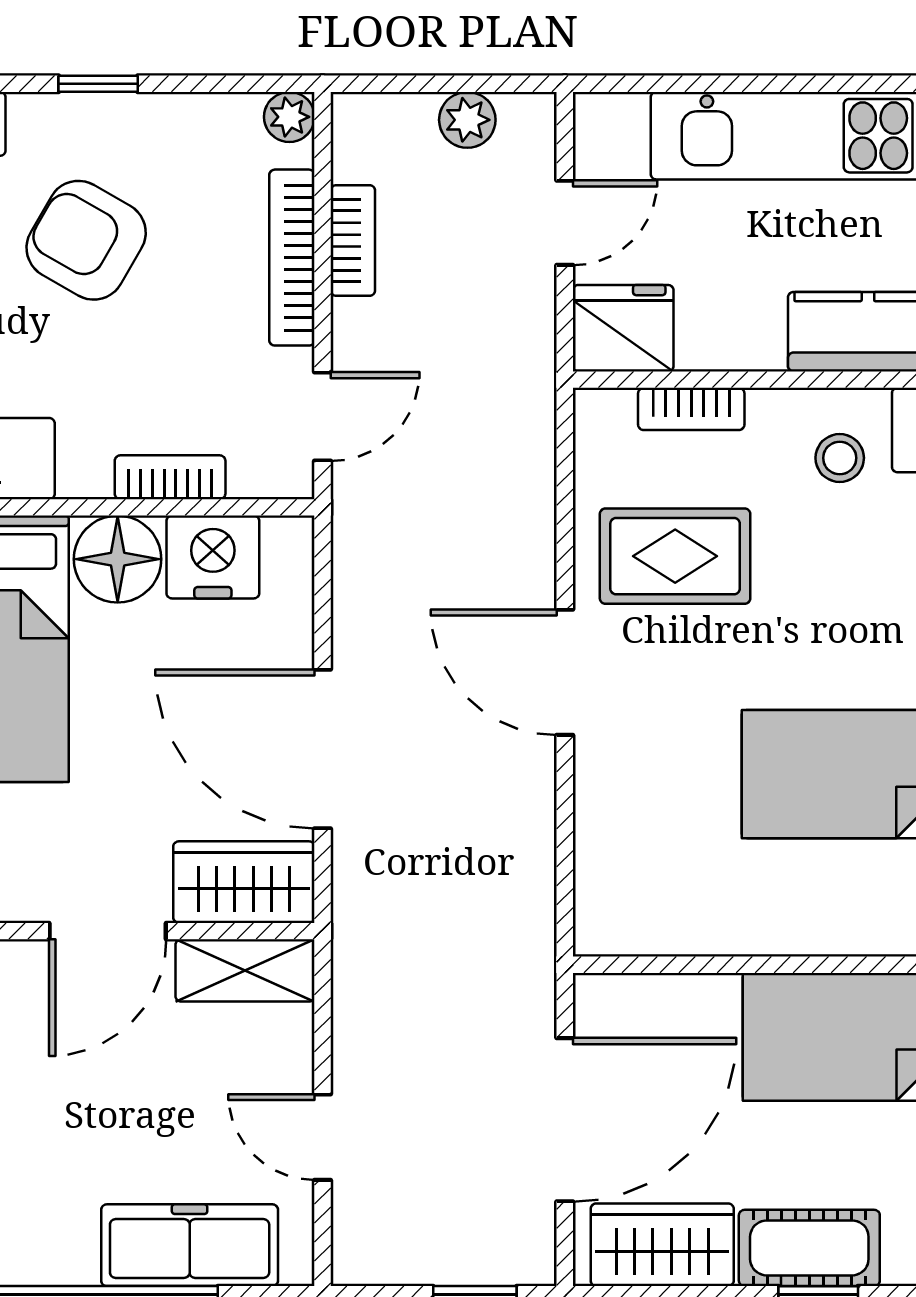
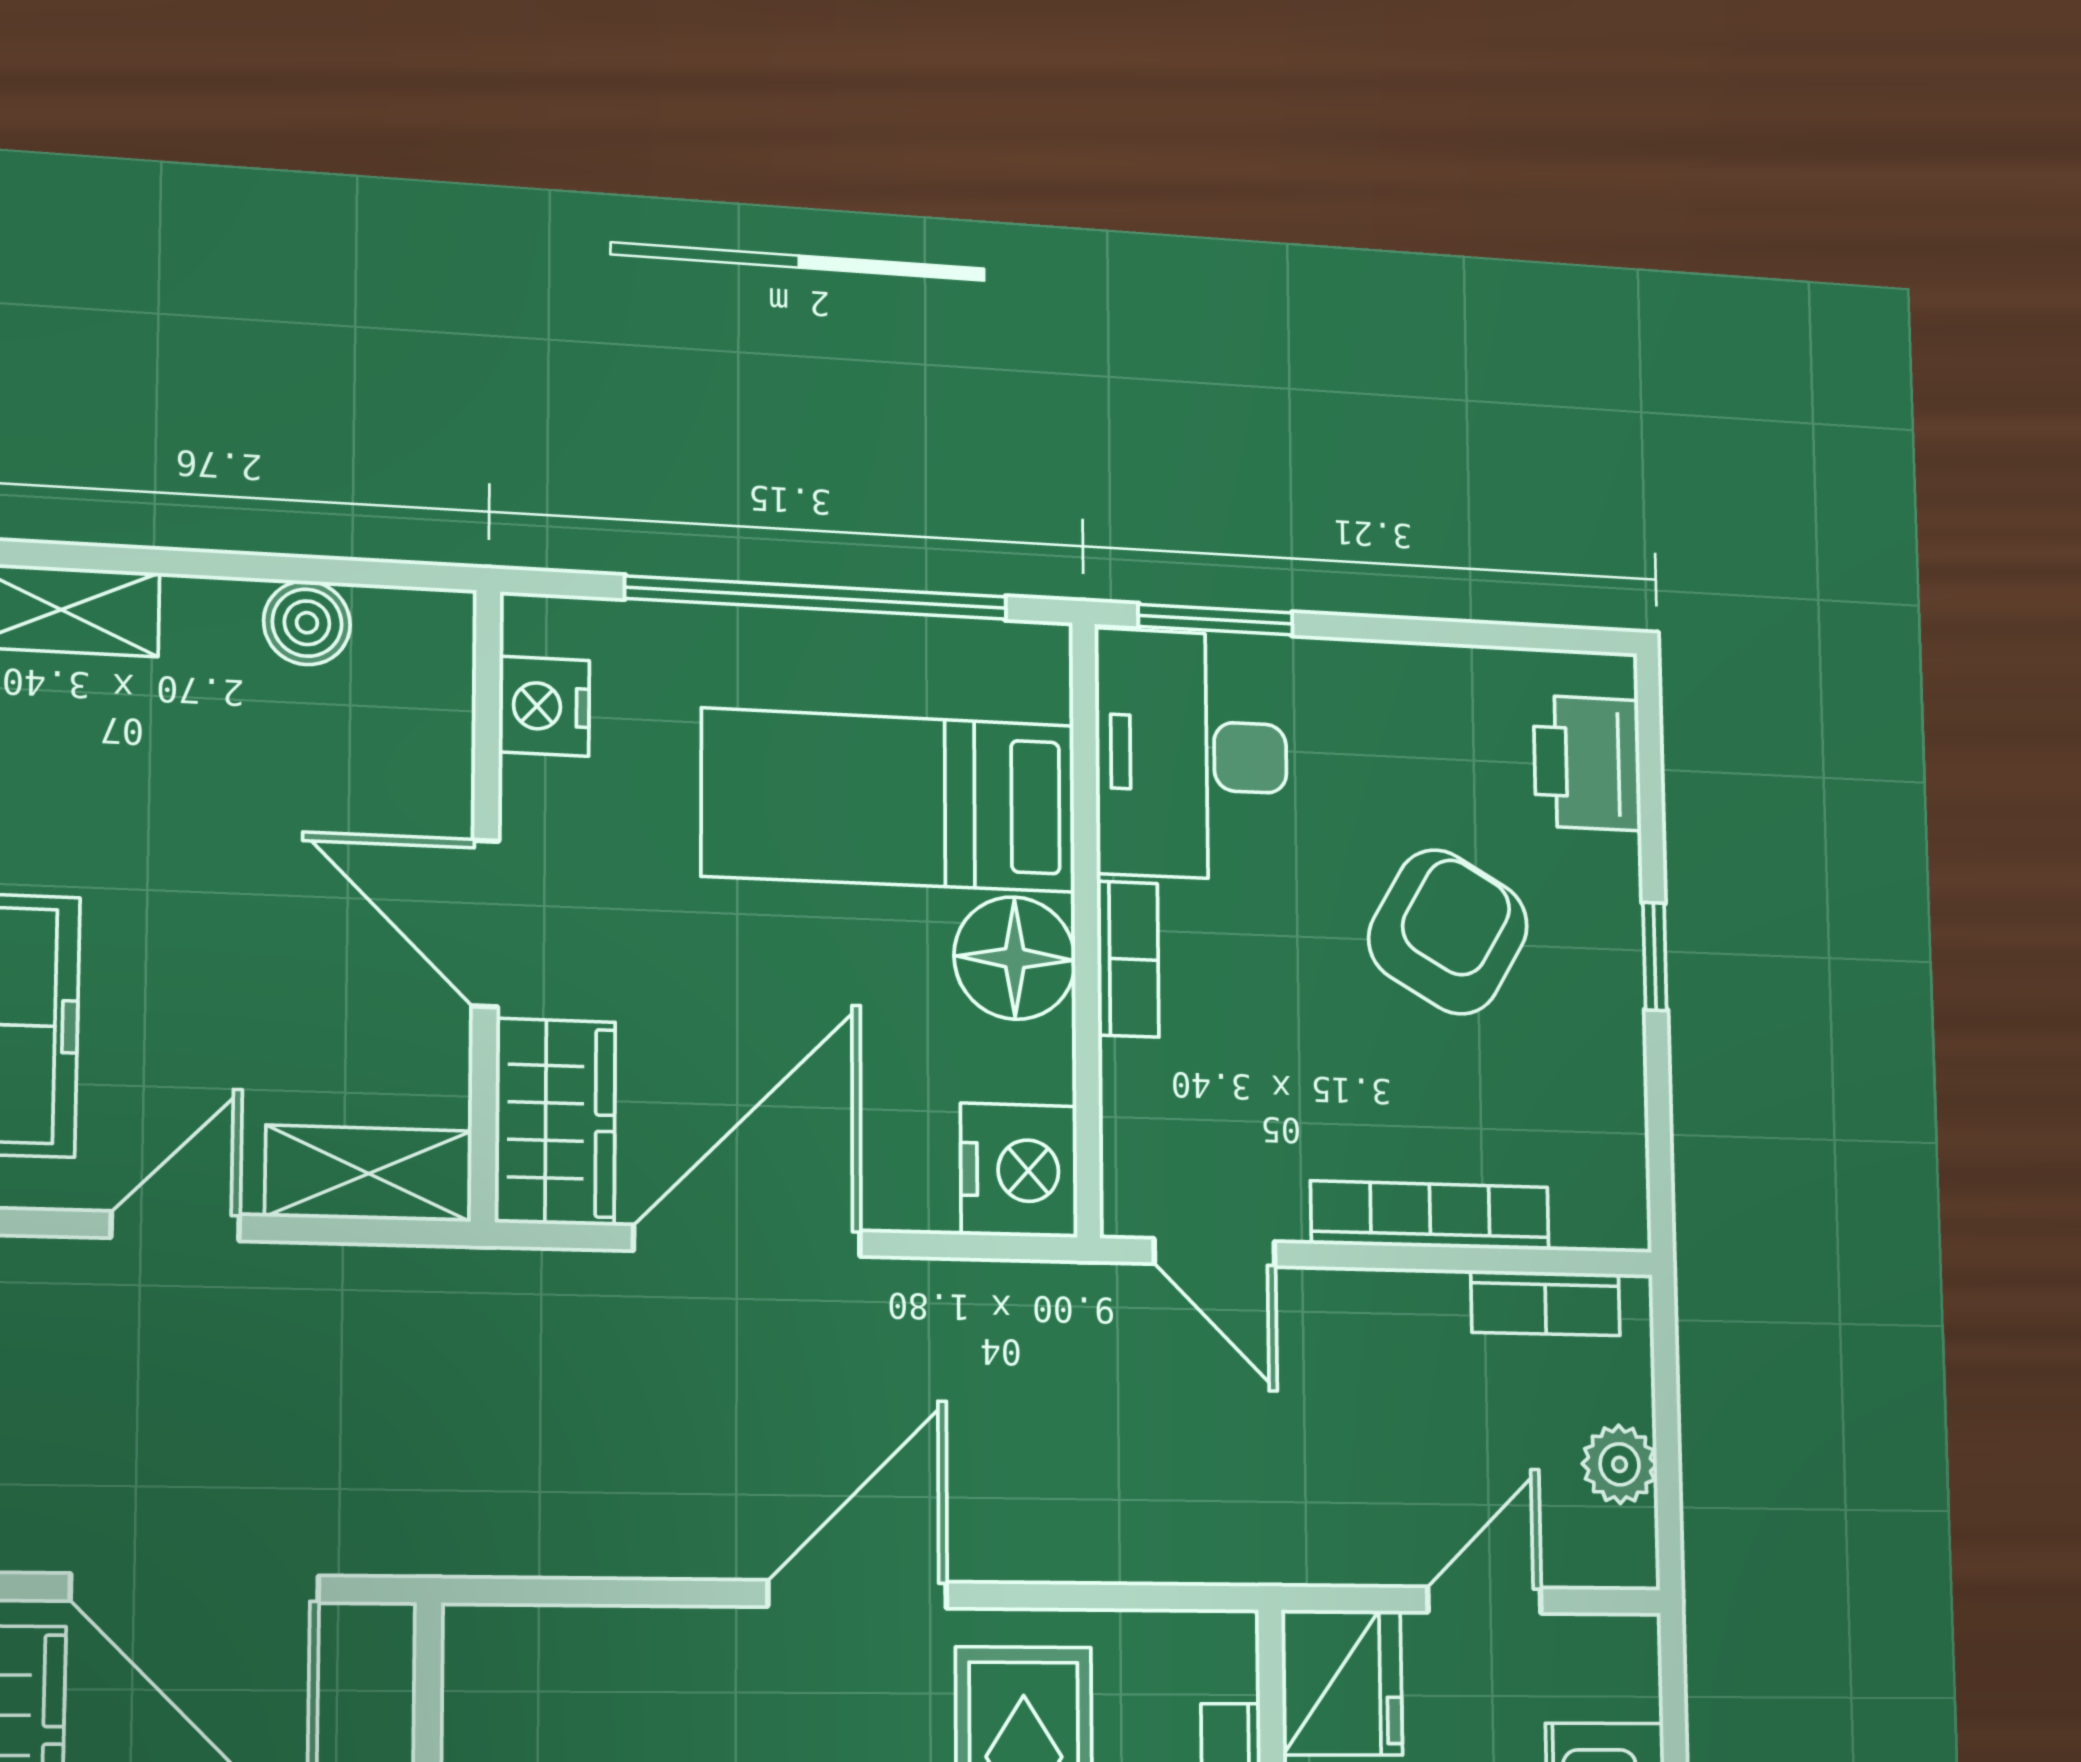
plant: (289, 117) -> (1618, 1217), removed
door: (565, 223) -> (1484, 1600), swing flipped
bookcase: (353, 240) -> (1545, 1303), moved
bookcase: (170, 477) -> (1128, 959), moved
nightstand: (213, 557) -> (1019, 1170), moved
shelving: (245, 970) -> (369, 1174), moved, turned 90

